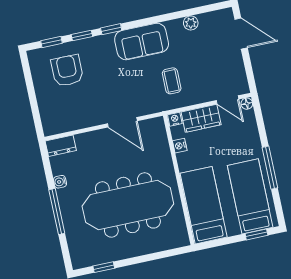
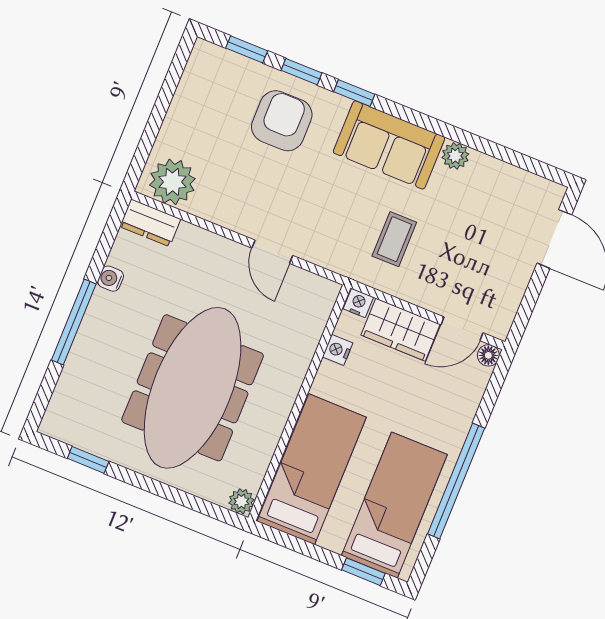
plant: (191, 23) -> (455, 156), moved
armchair: (67, 71) -> (282, 121), moved
door: (227, 100) -> (462, 329), hinge flipped
plant: (58, 121) -> (172, 182), added
door: (122, 122) -> (272, 252), width x0.73
window: (270, 168) -> (456, 481), width x1.46
meeting table: (128, 205) -> (193, 388), turned 90
plant: (183, 240) -> (241, 501), added

